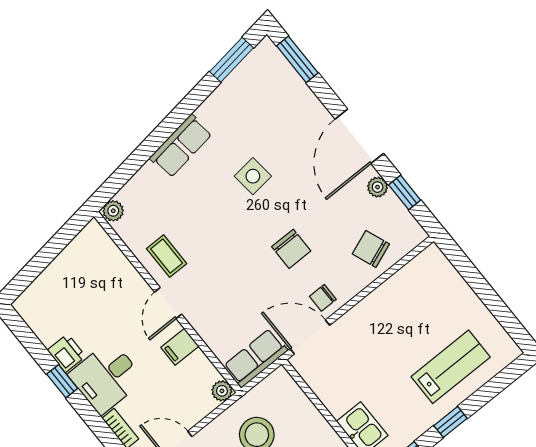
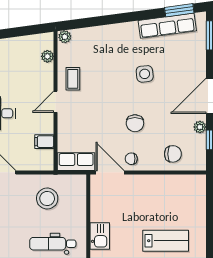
row of seats: (181, 146) -> (167, 26), moved, width x1.48
chair: (371, 249) -> (173, 154), turned 111
filing cabinet: (180, 347) -> (44, 142), moved
plant: (222, 391) -> (47, 56), moved

